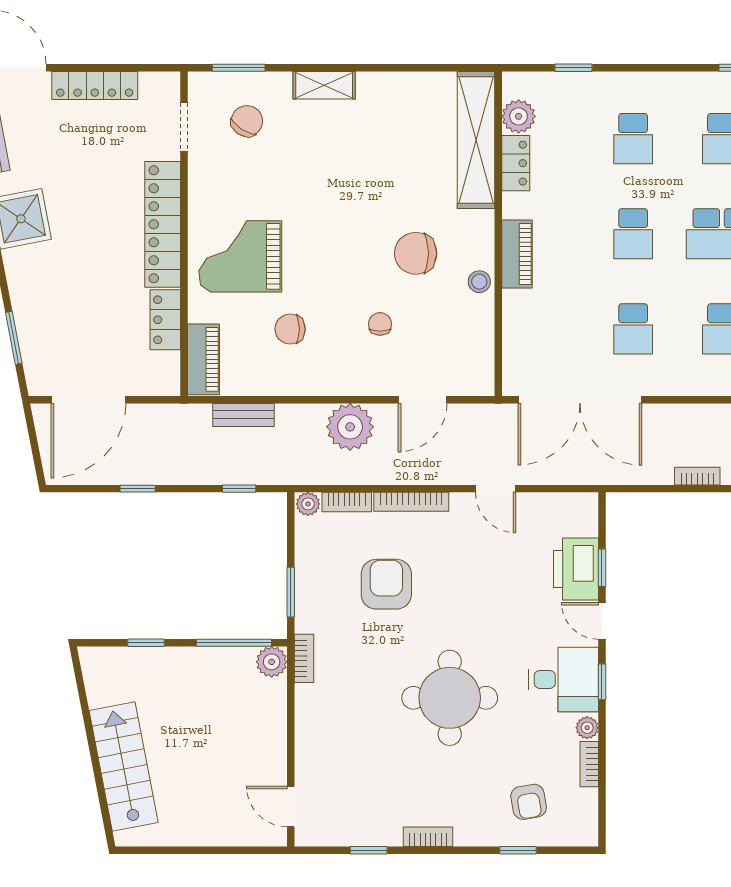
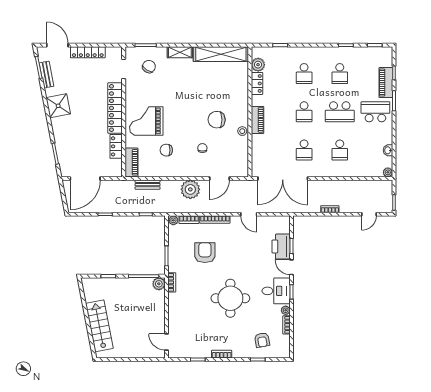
shelving: (476, 140) -> (221, 54), moved, turned 90

